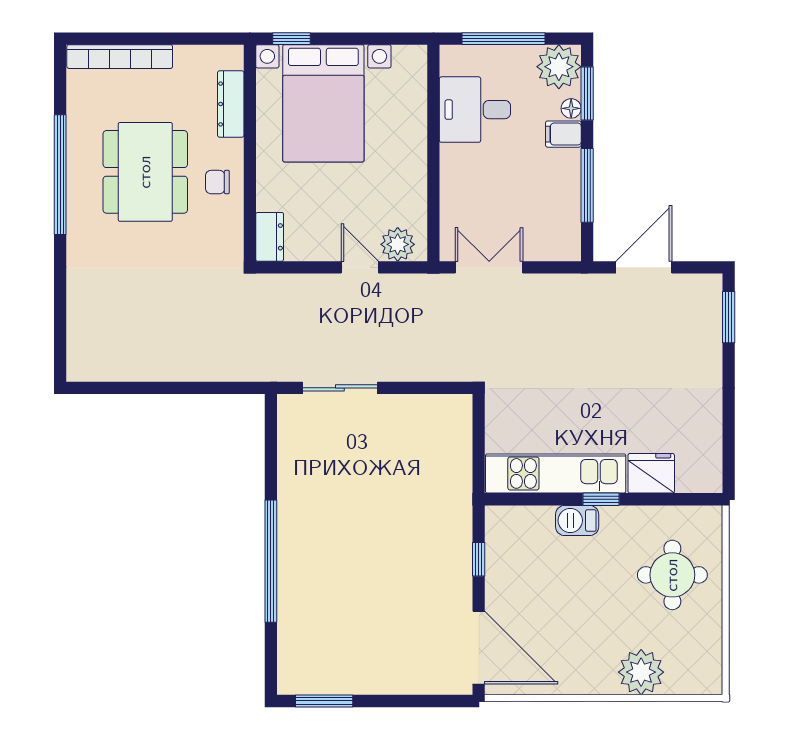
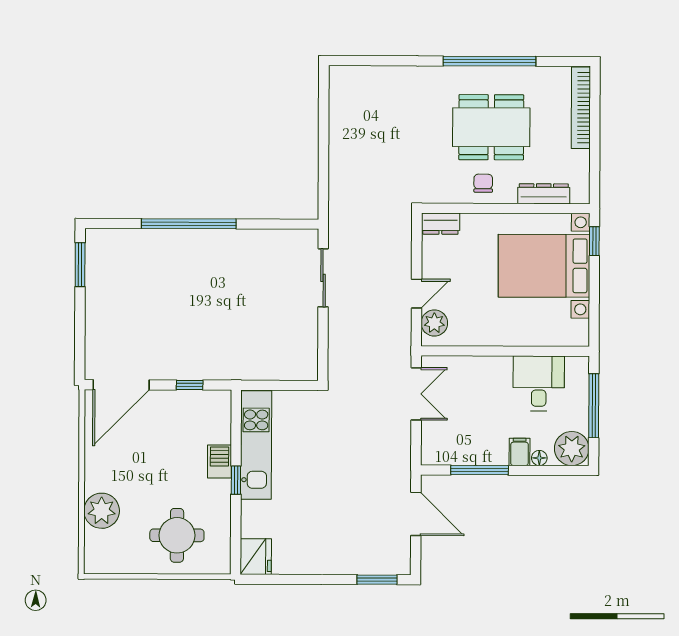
window: (587, 93) -> (551, 470), removed
fridge: (651, 473) -> (256, 557), moved

